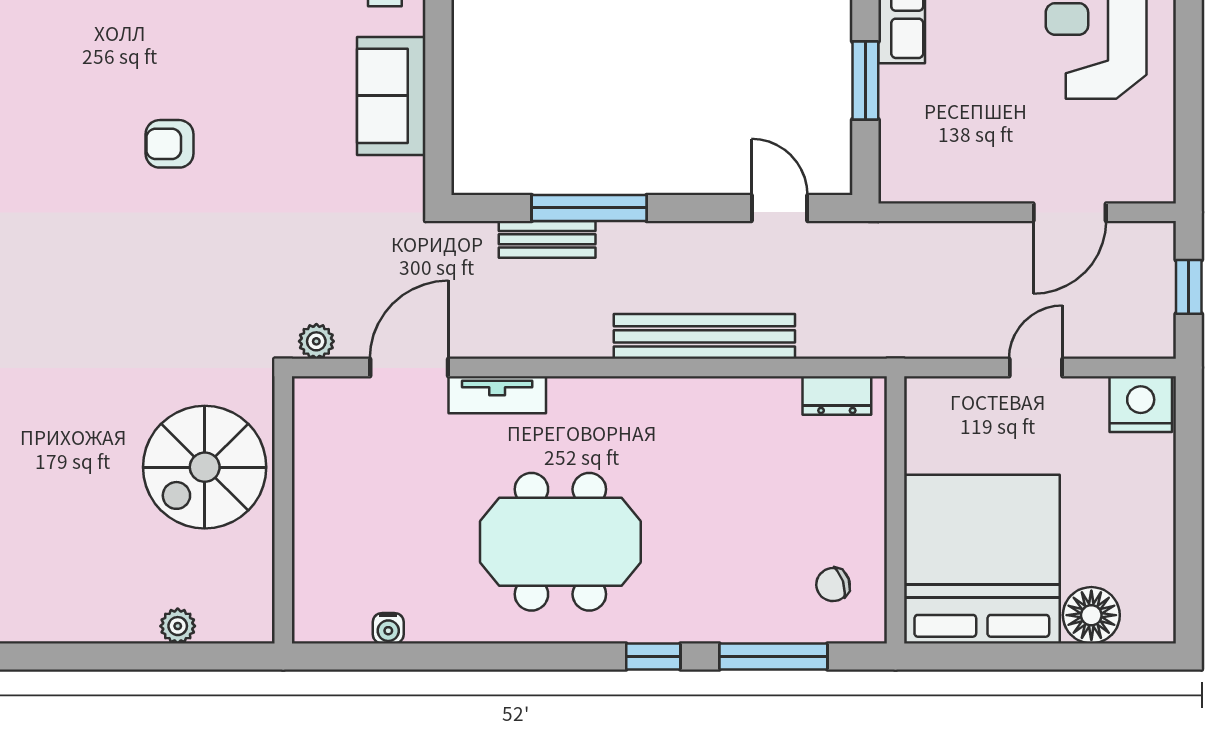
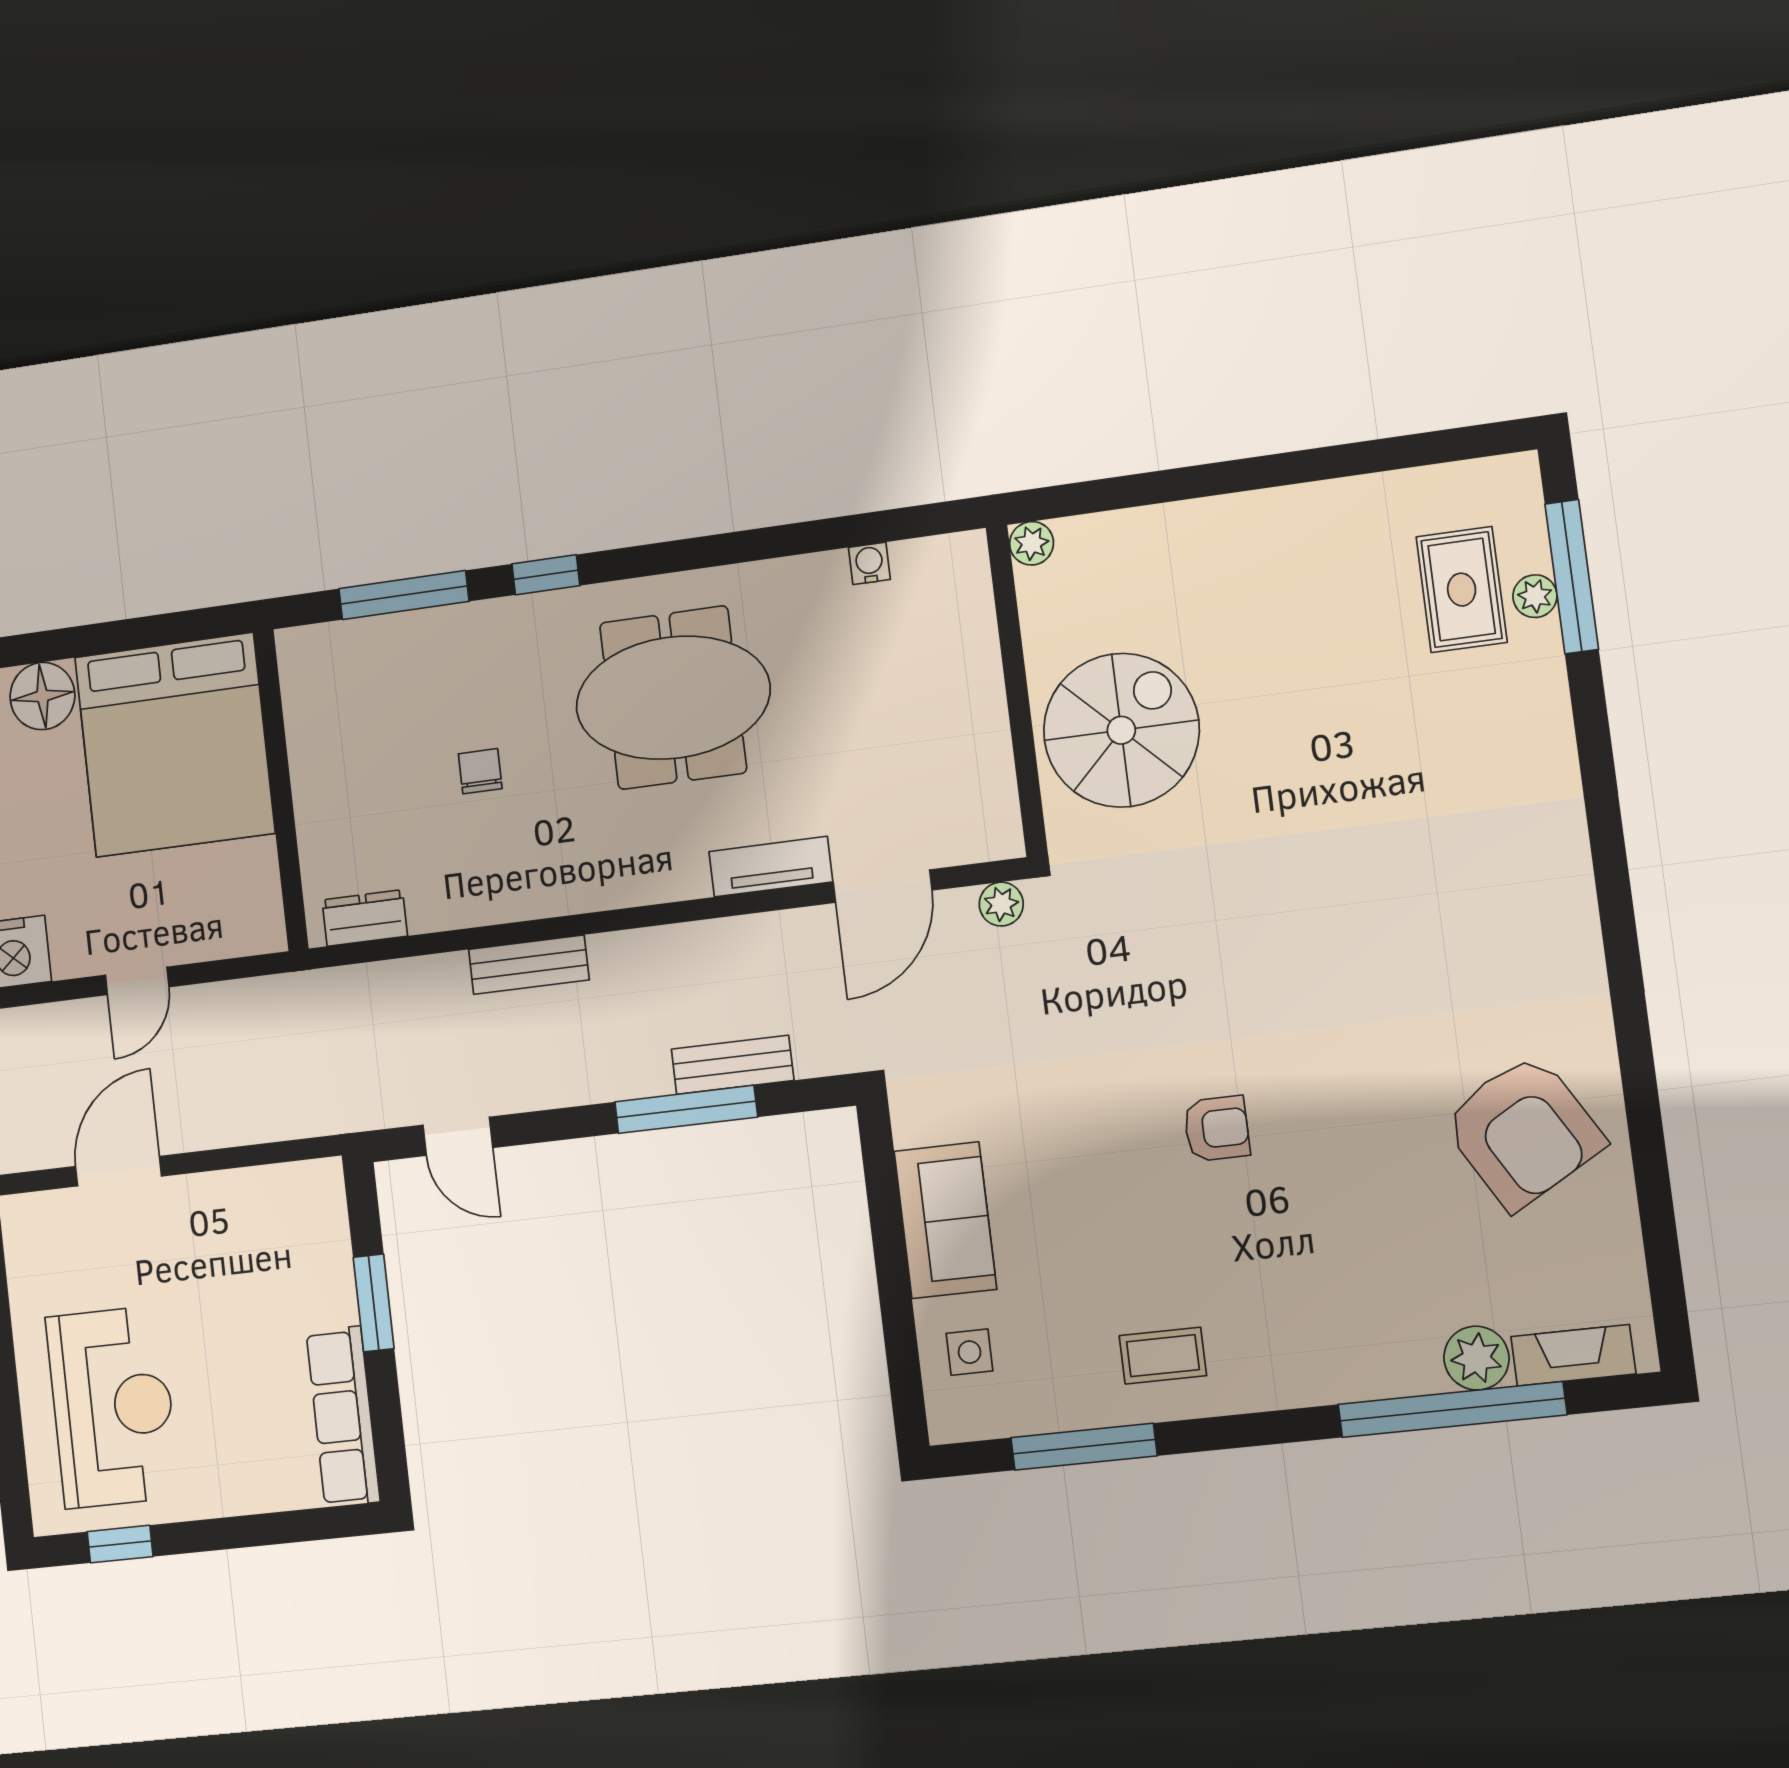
bench: (704, 336) -> (529, 965), width x0.54, depth x0.82
chair: (833, 585) -> (480, 771), moved, turned -71
plant: (178, 626) -> (1032, 543), moved

